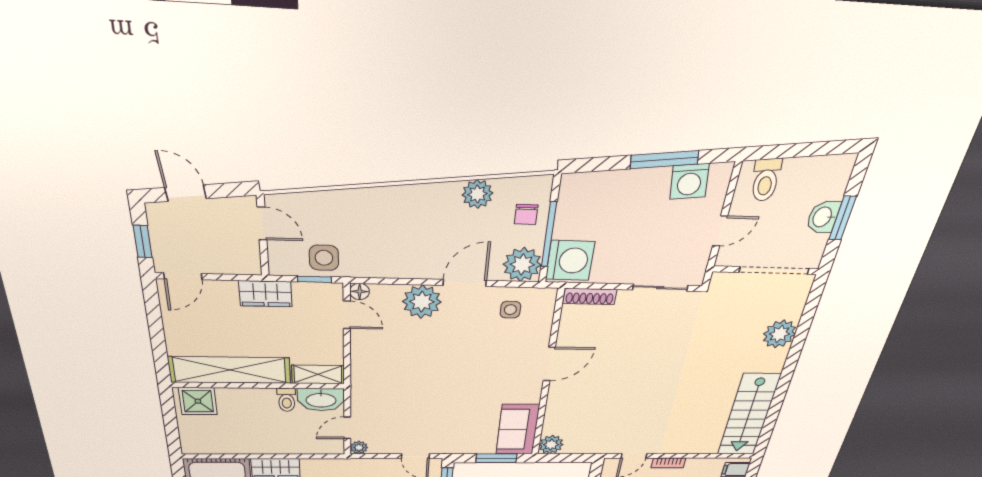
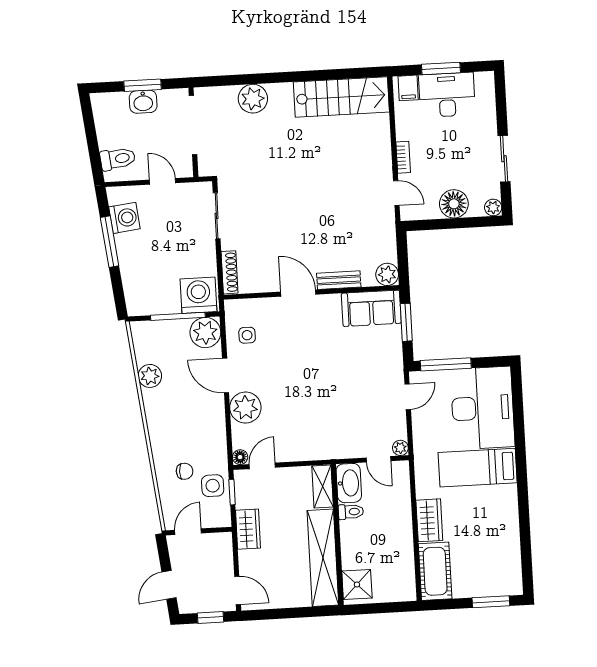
chair: (526, 214) -> (185, 471), moved
bench: (555, 402) -> (339, 280), added

